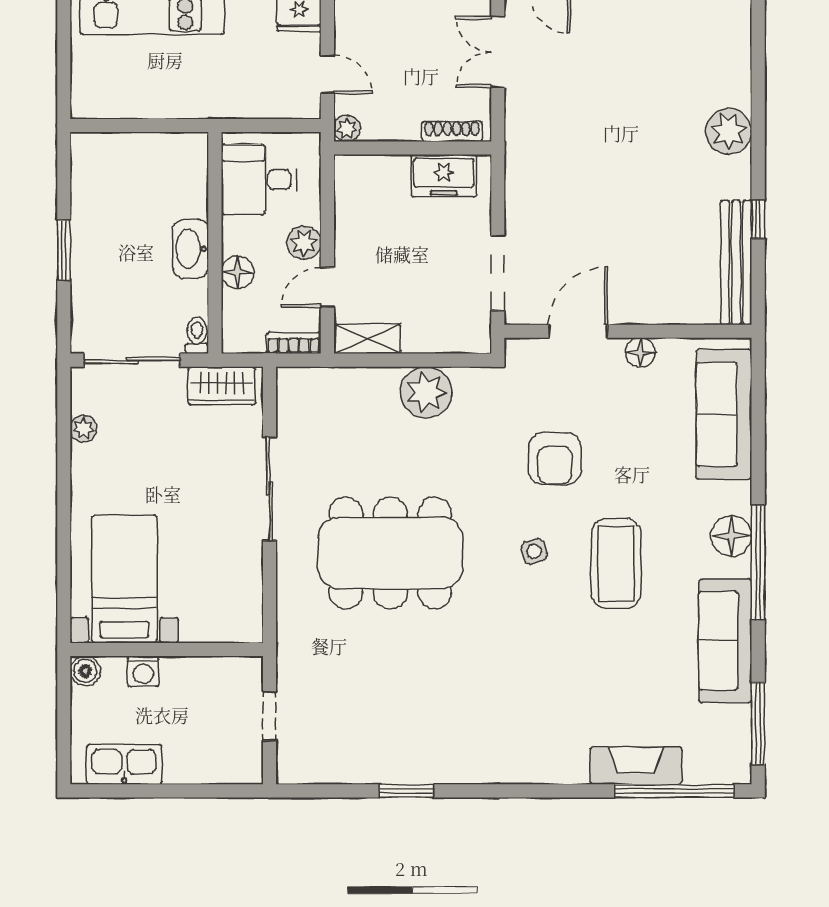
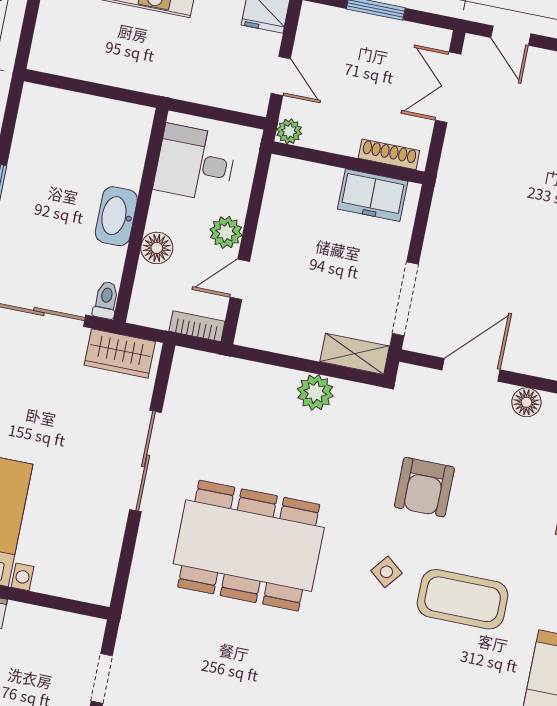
shelving: (367, 339) -> (355, 354), moved
plant: (426, 392) -> (315, 392), width x0.73, depth x0.73
side table: (534, 551) -> (386, 572), turned -36
coffee table: (616, 564) -> (463, 599), turned 90

